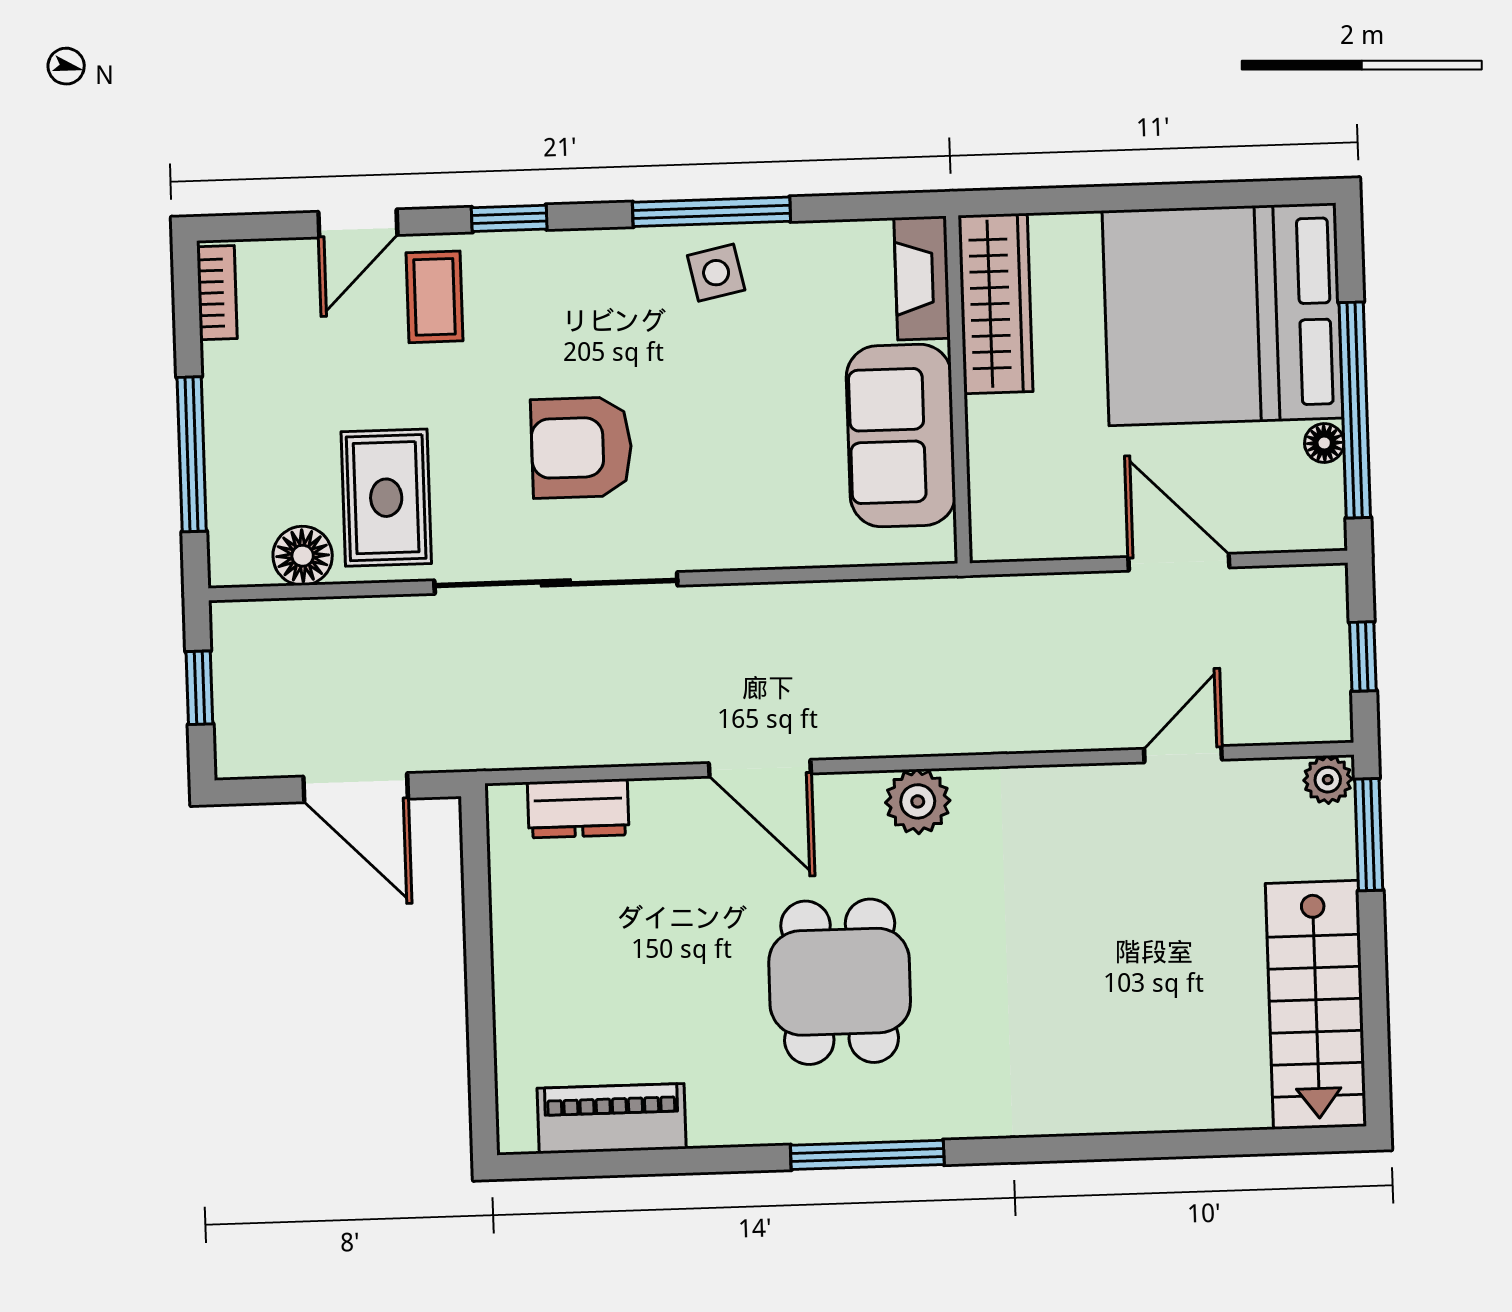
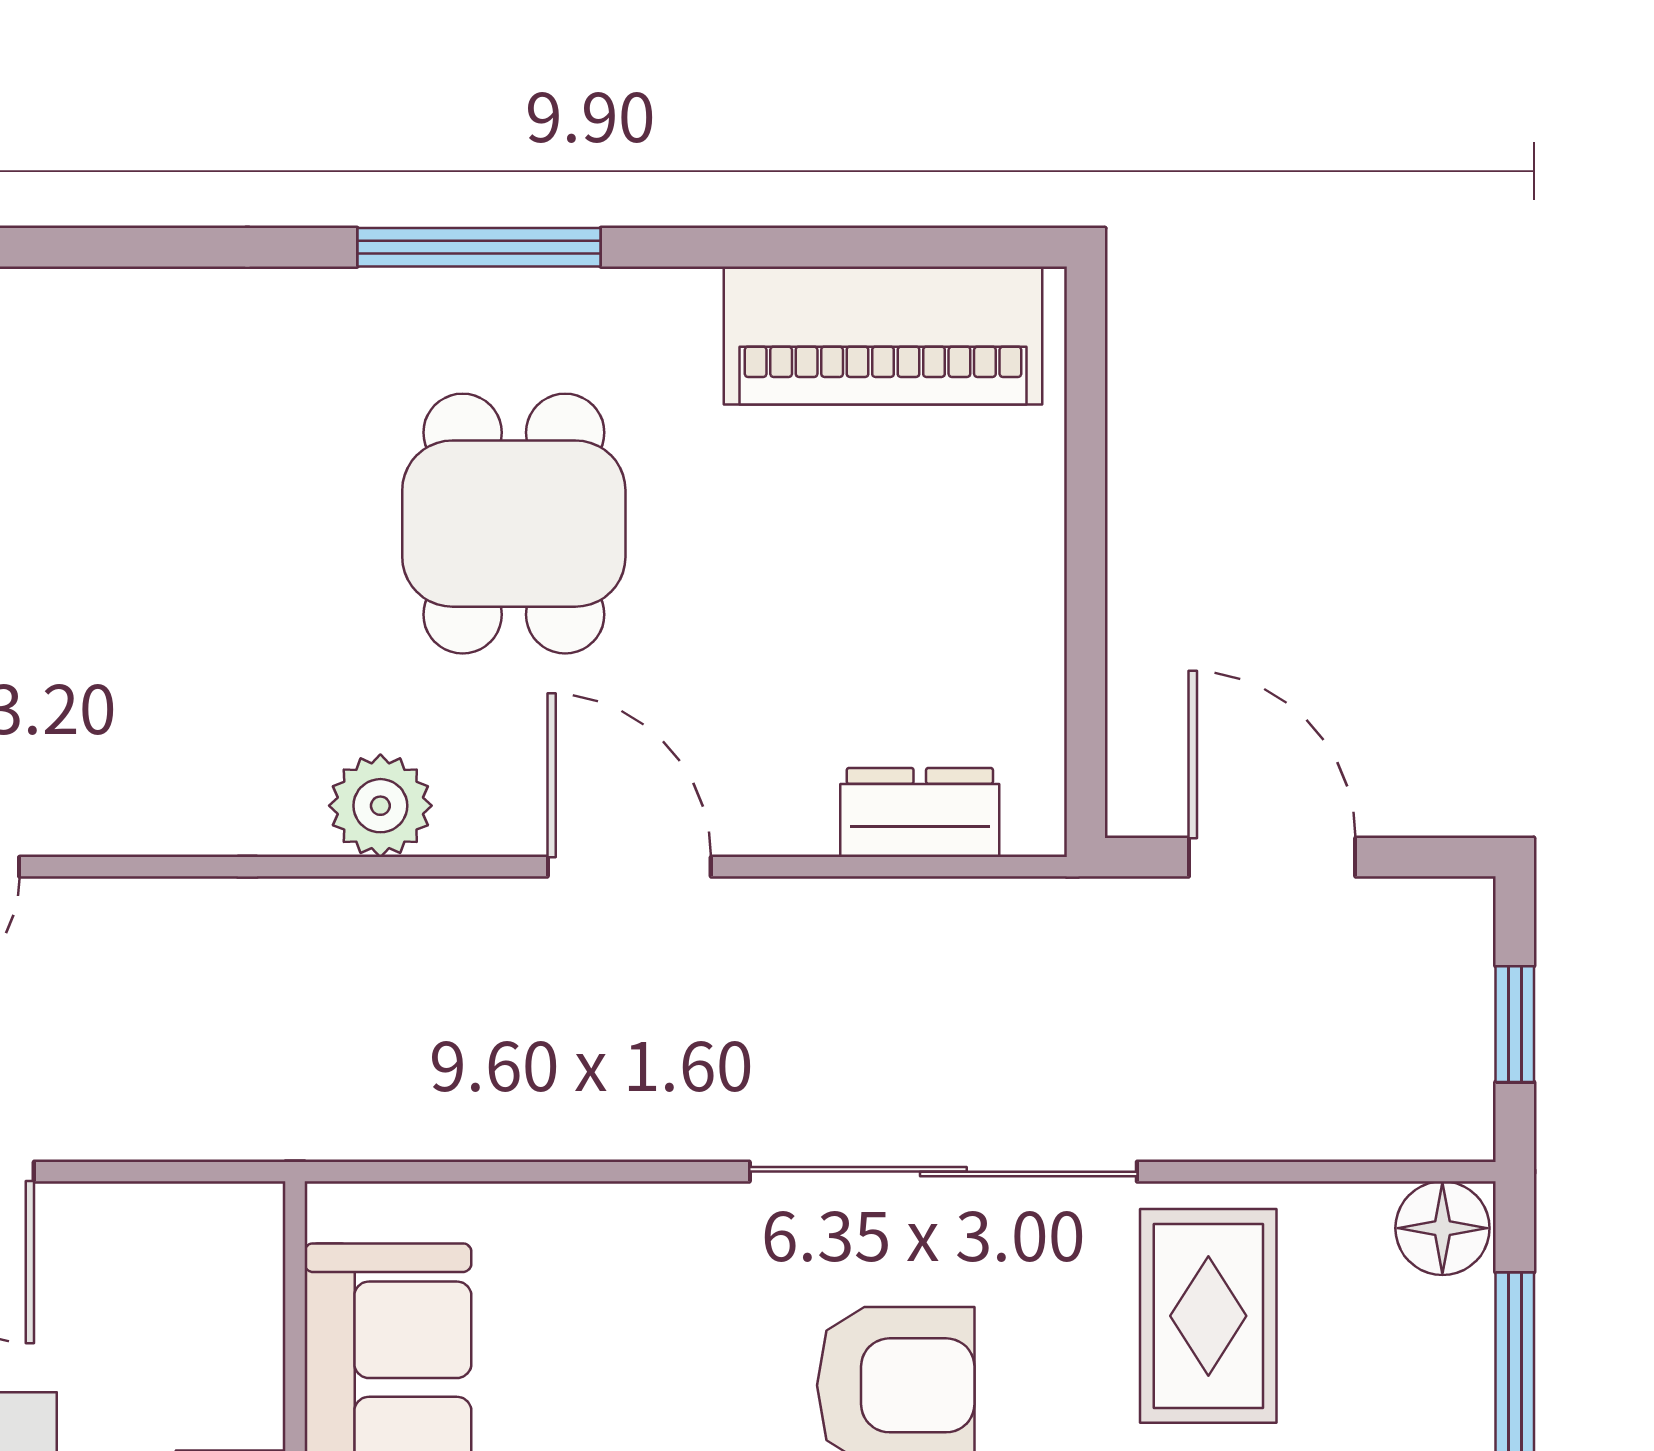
floor lamp: (303, 556) -> (1442, 1228), moved
piano: (612, 1119) -> (883, 336), width x1.37, depth x1.33

